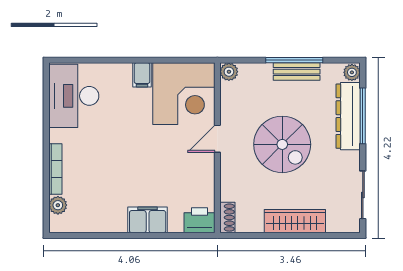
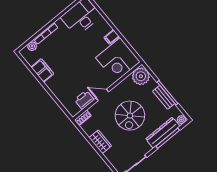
plant: (229, 72) -> (141, 76), width x1.88, depth x1.88
door: (217, 139) -> (102, 95), moved
filing cabinet: (148, 220) -> (42, 70), moved
printer: (199, 220) -> (84, 100), moved, turned -90
wardrobe: (295, 221) -> (100, 142), width x0.67

